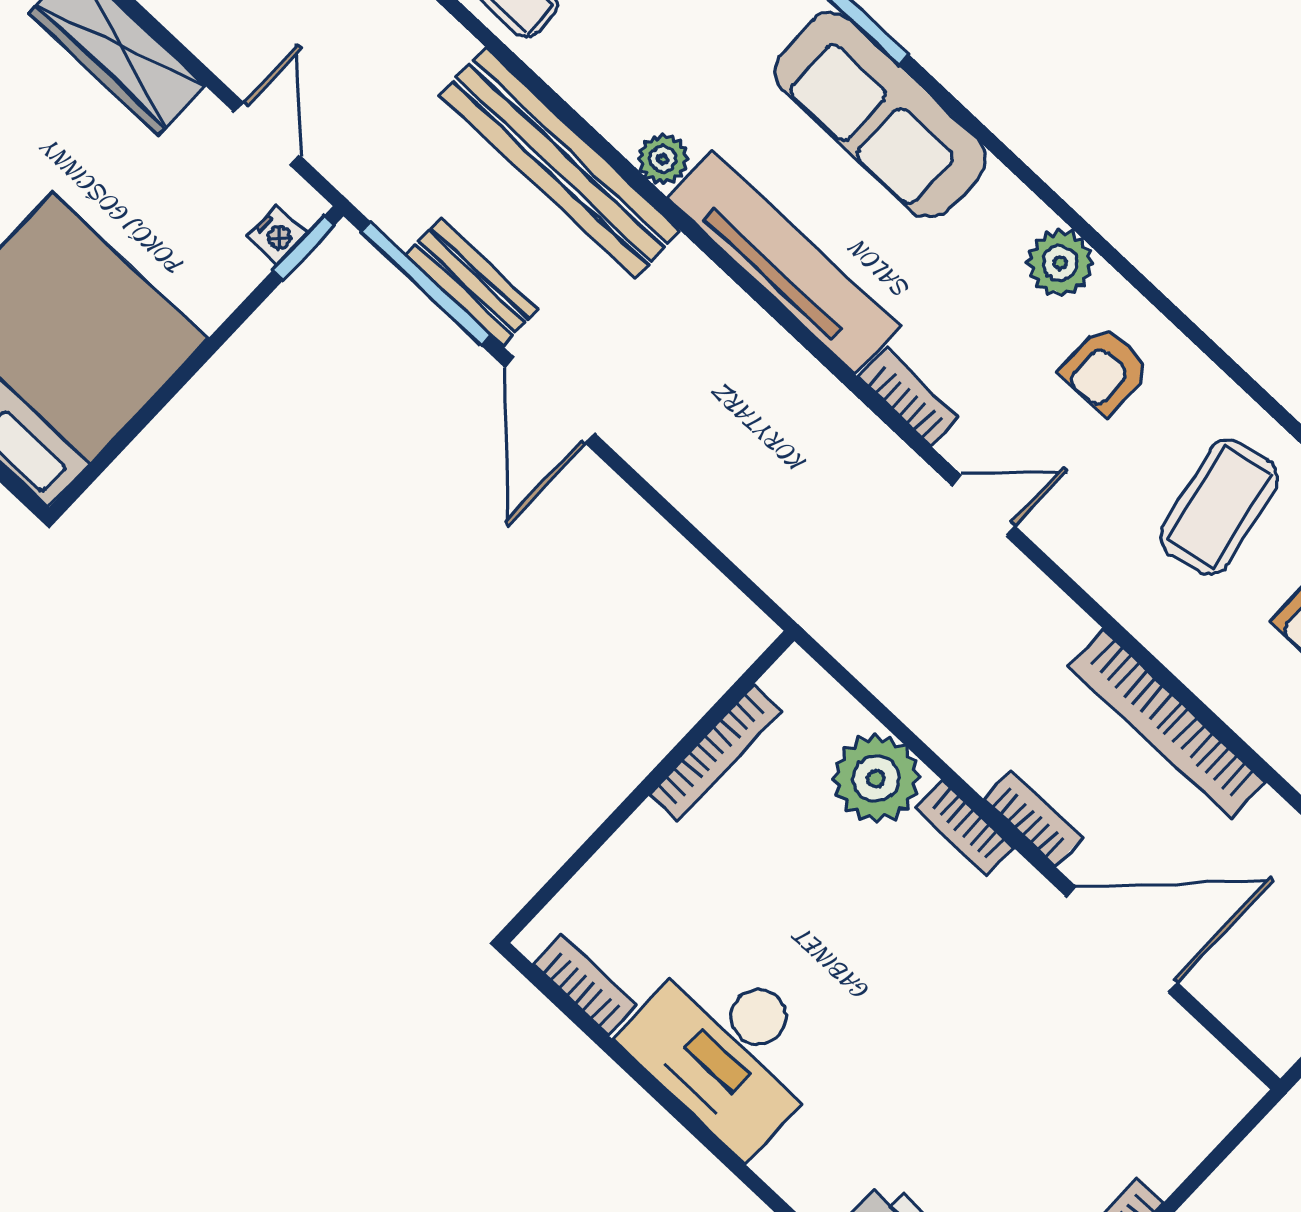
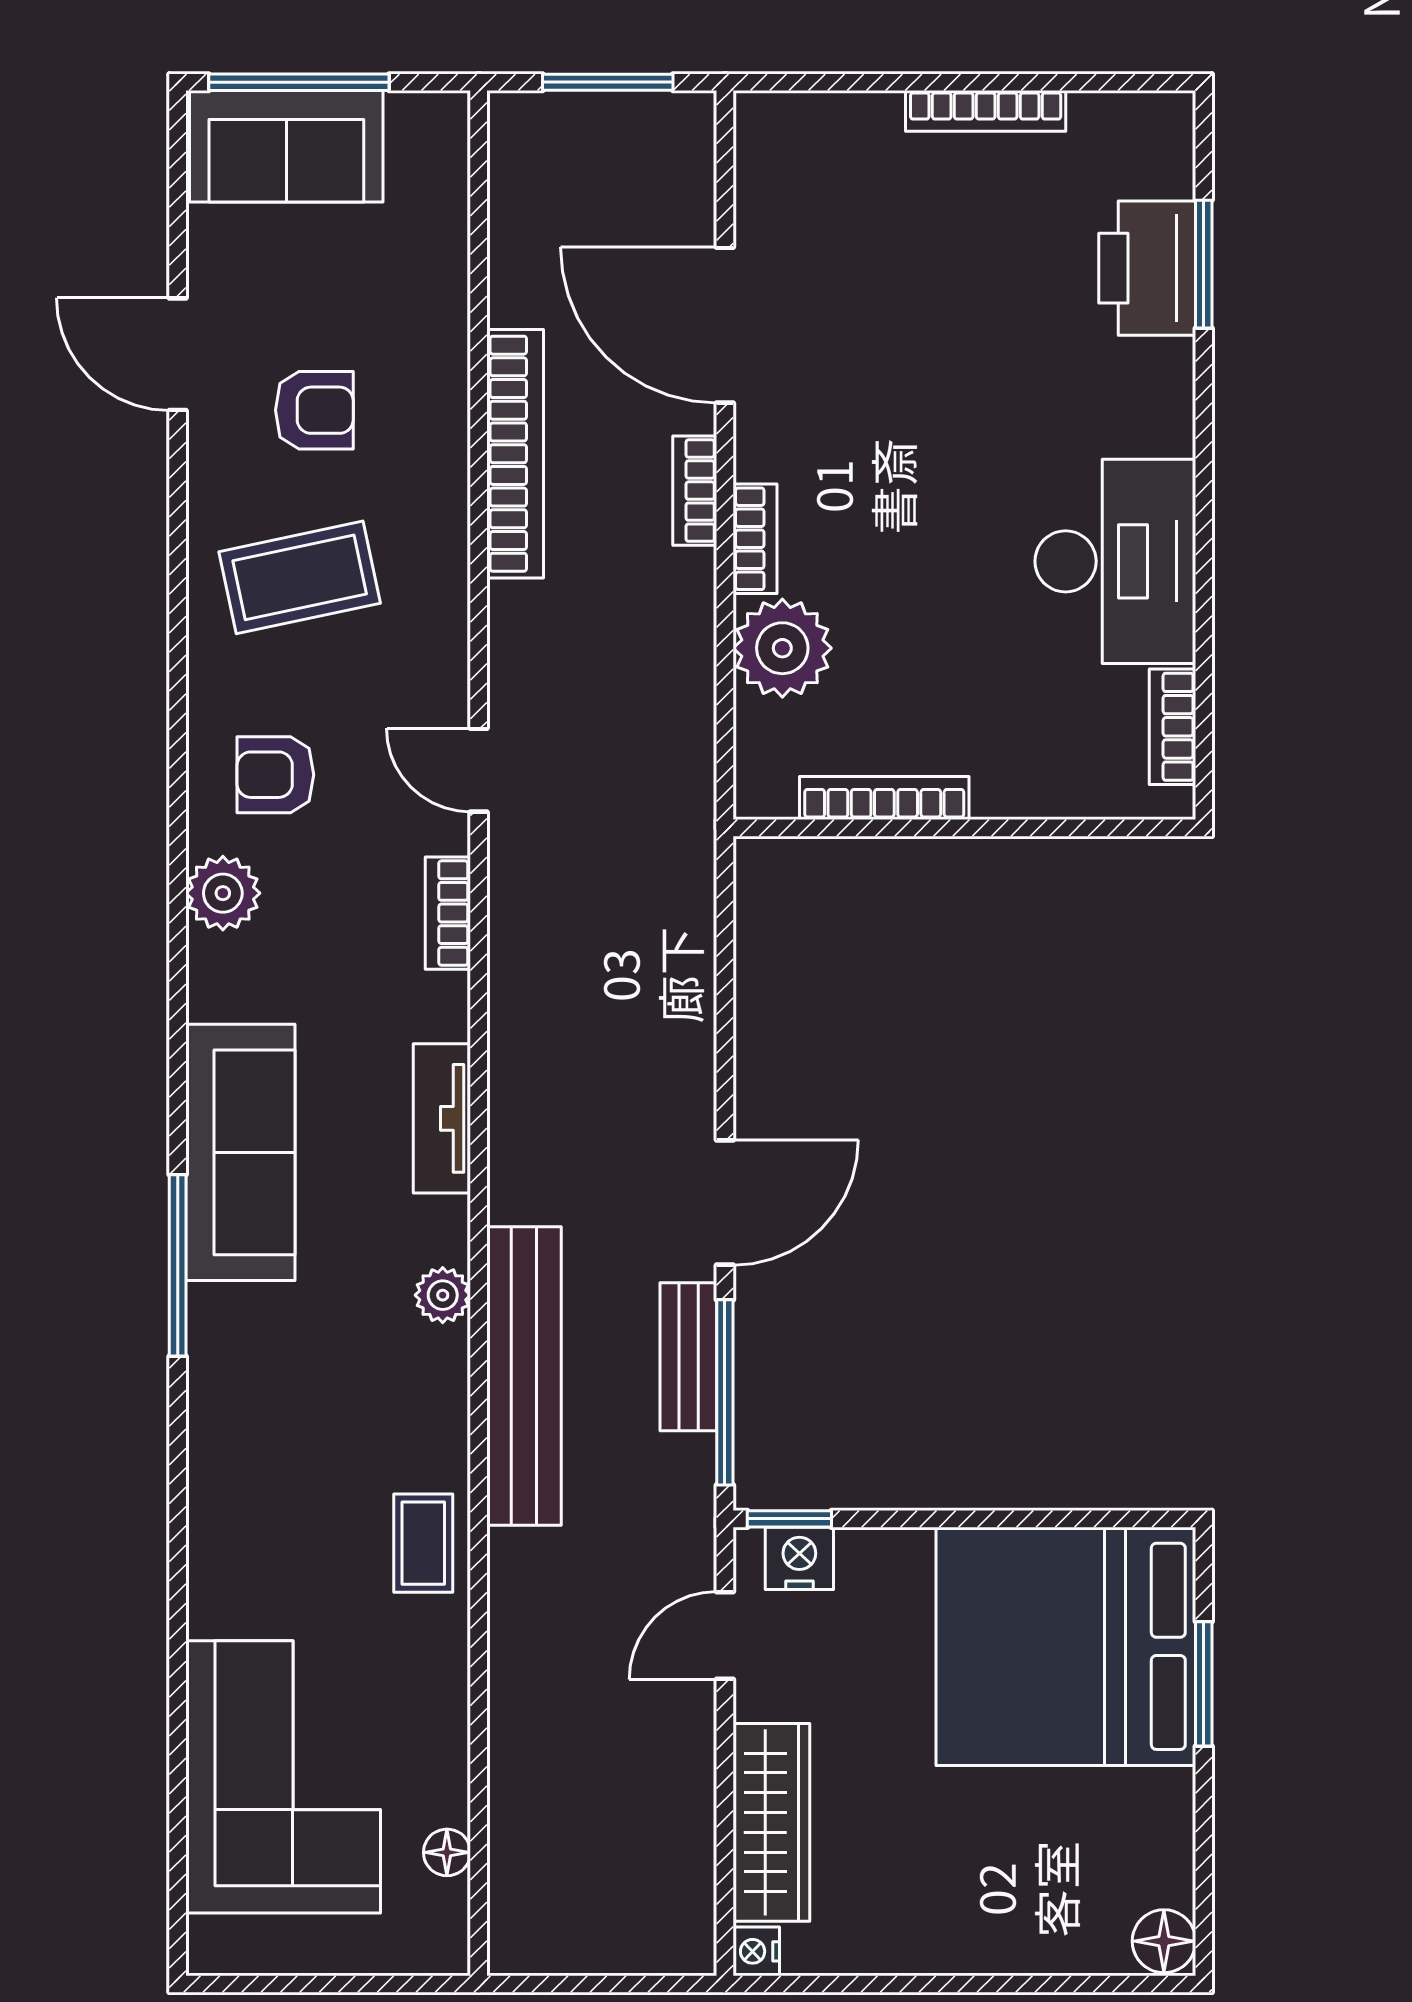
nightstand: (277, 235) -> (799, 1558), width x1.39, depth x1.35
tv unit: (784, 262) -> (442, 1118), width x0.52, depth x0.78
armchair: (1105, 370) -> (275, 775), turned 180

